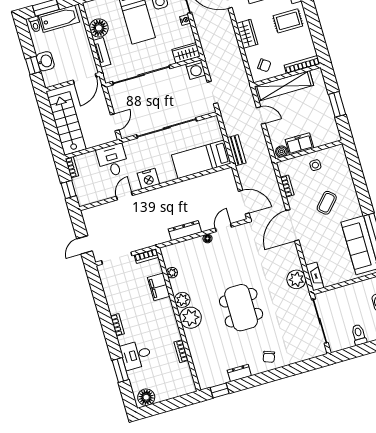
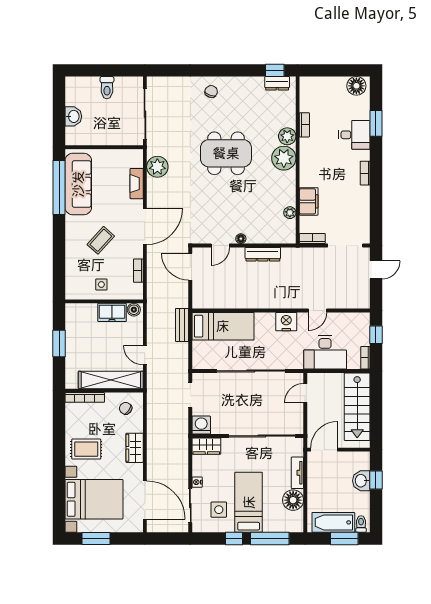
desk: (113, 160) -> (325, 352), width x1.37
fireplace: (315, 277) -> (137, 184), moved
plant: (182, 300) -> (287, 136), moved
dining table: (241, 308) -> (226, 153), turned 90
dresser: (239, 373) -> (277, 83), moved

